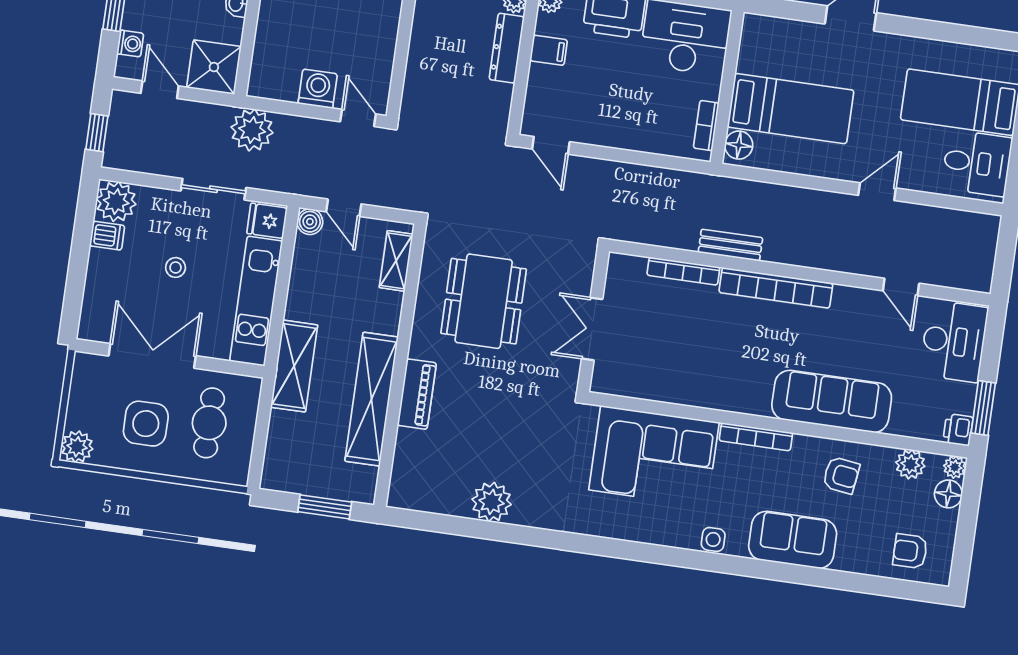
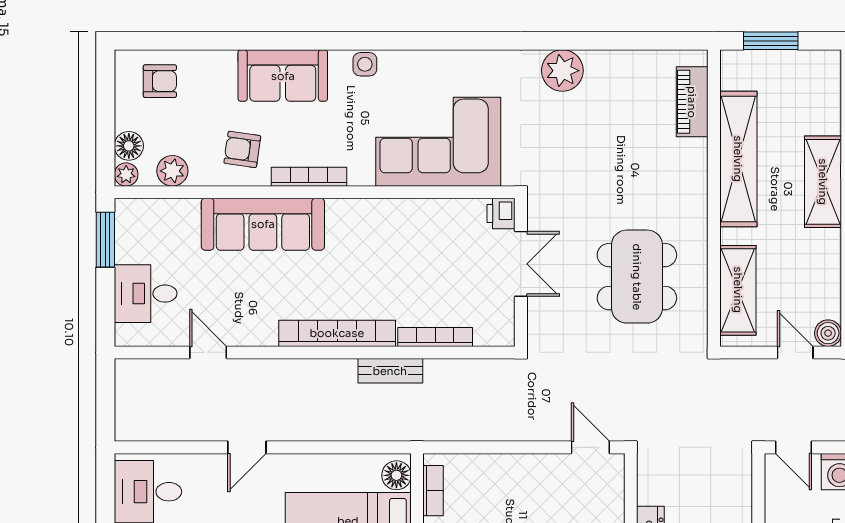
shelving: (396, 261) -> (738, 290), width x1.50, depth x1.33
desk: (954, 341) -> (146, 294), width x0.73
piano: (417, 394) -> (692, 102), moved
printer: (958, 430) -> (501, 214), moved, turned 180
bookcase: (756, 437) -> (309, 177), moved
plant: (492, 502) -> (562, 71), moved

